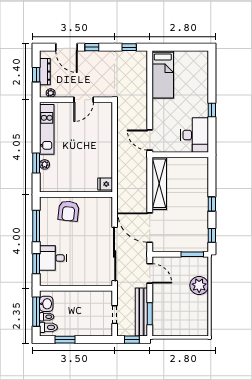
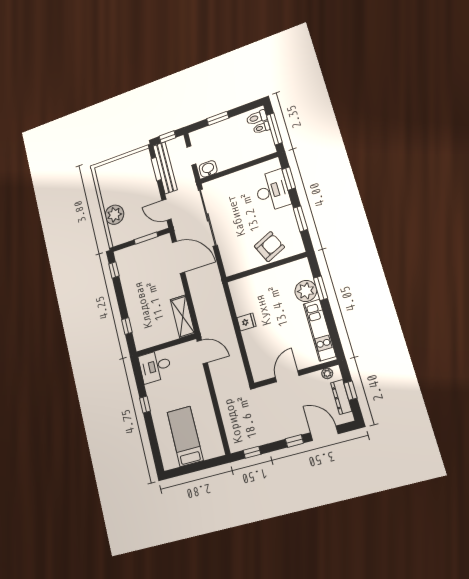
bed: (163, 74) -> (185, 436), moved
desk: (195, 135) -> (155, 366), width x0.73
plant: (45, 164) -> (306, 291), width x1.88, depth x1.88
shelving: (159, 183) -> (183, 317), width x0.68
fridge: (105, 184) -> (247, 322), moved
window: (212, 204) -> (127, 326), moved
armchair: (69, 211) -> (269, 247), turned 59
window: (36, 226) -> (300, 219), width x0.69
window: (192, 254) -> (146, 238), moved
desk: (53, 258) -> (272, 191), width x1.37
washbasin: (46, 304) -> (208, 169), moved, turned 90
window: (65, 340) -> (218, 118), moved

